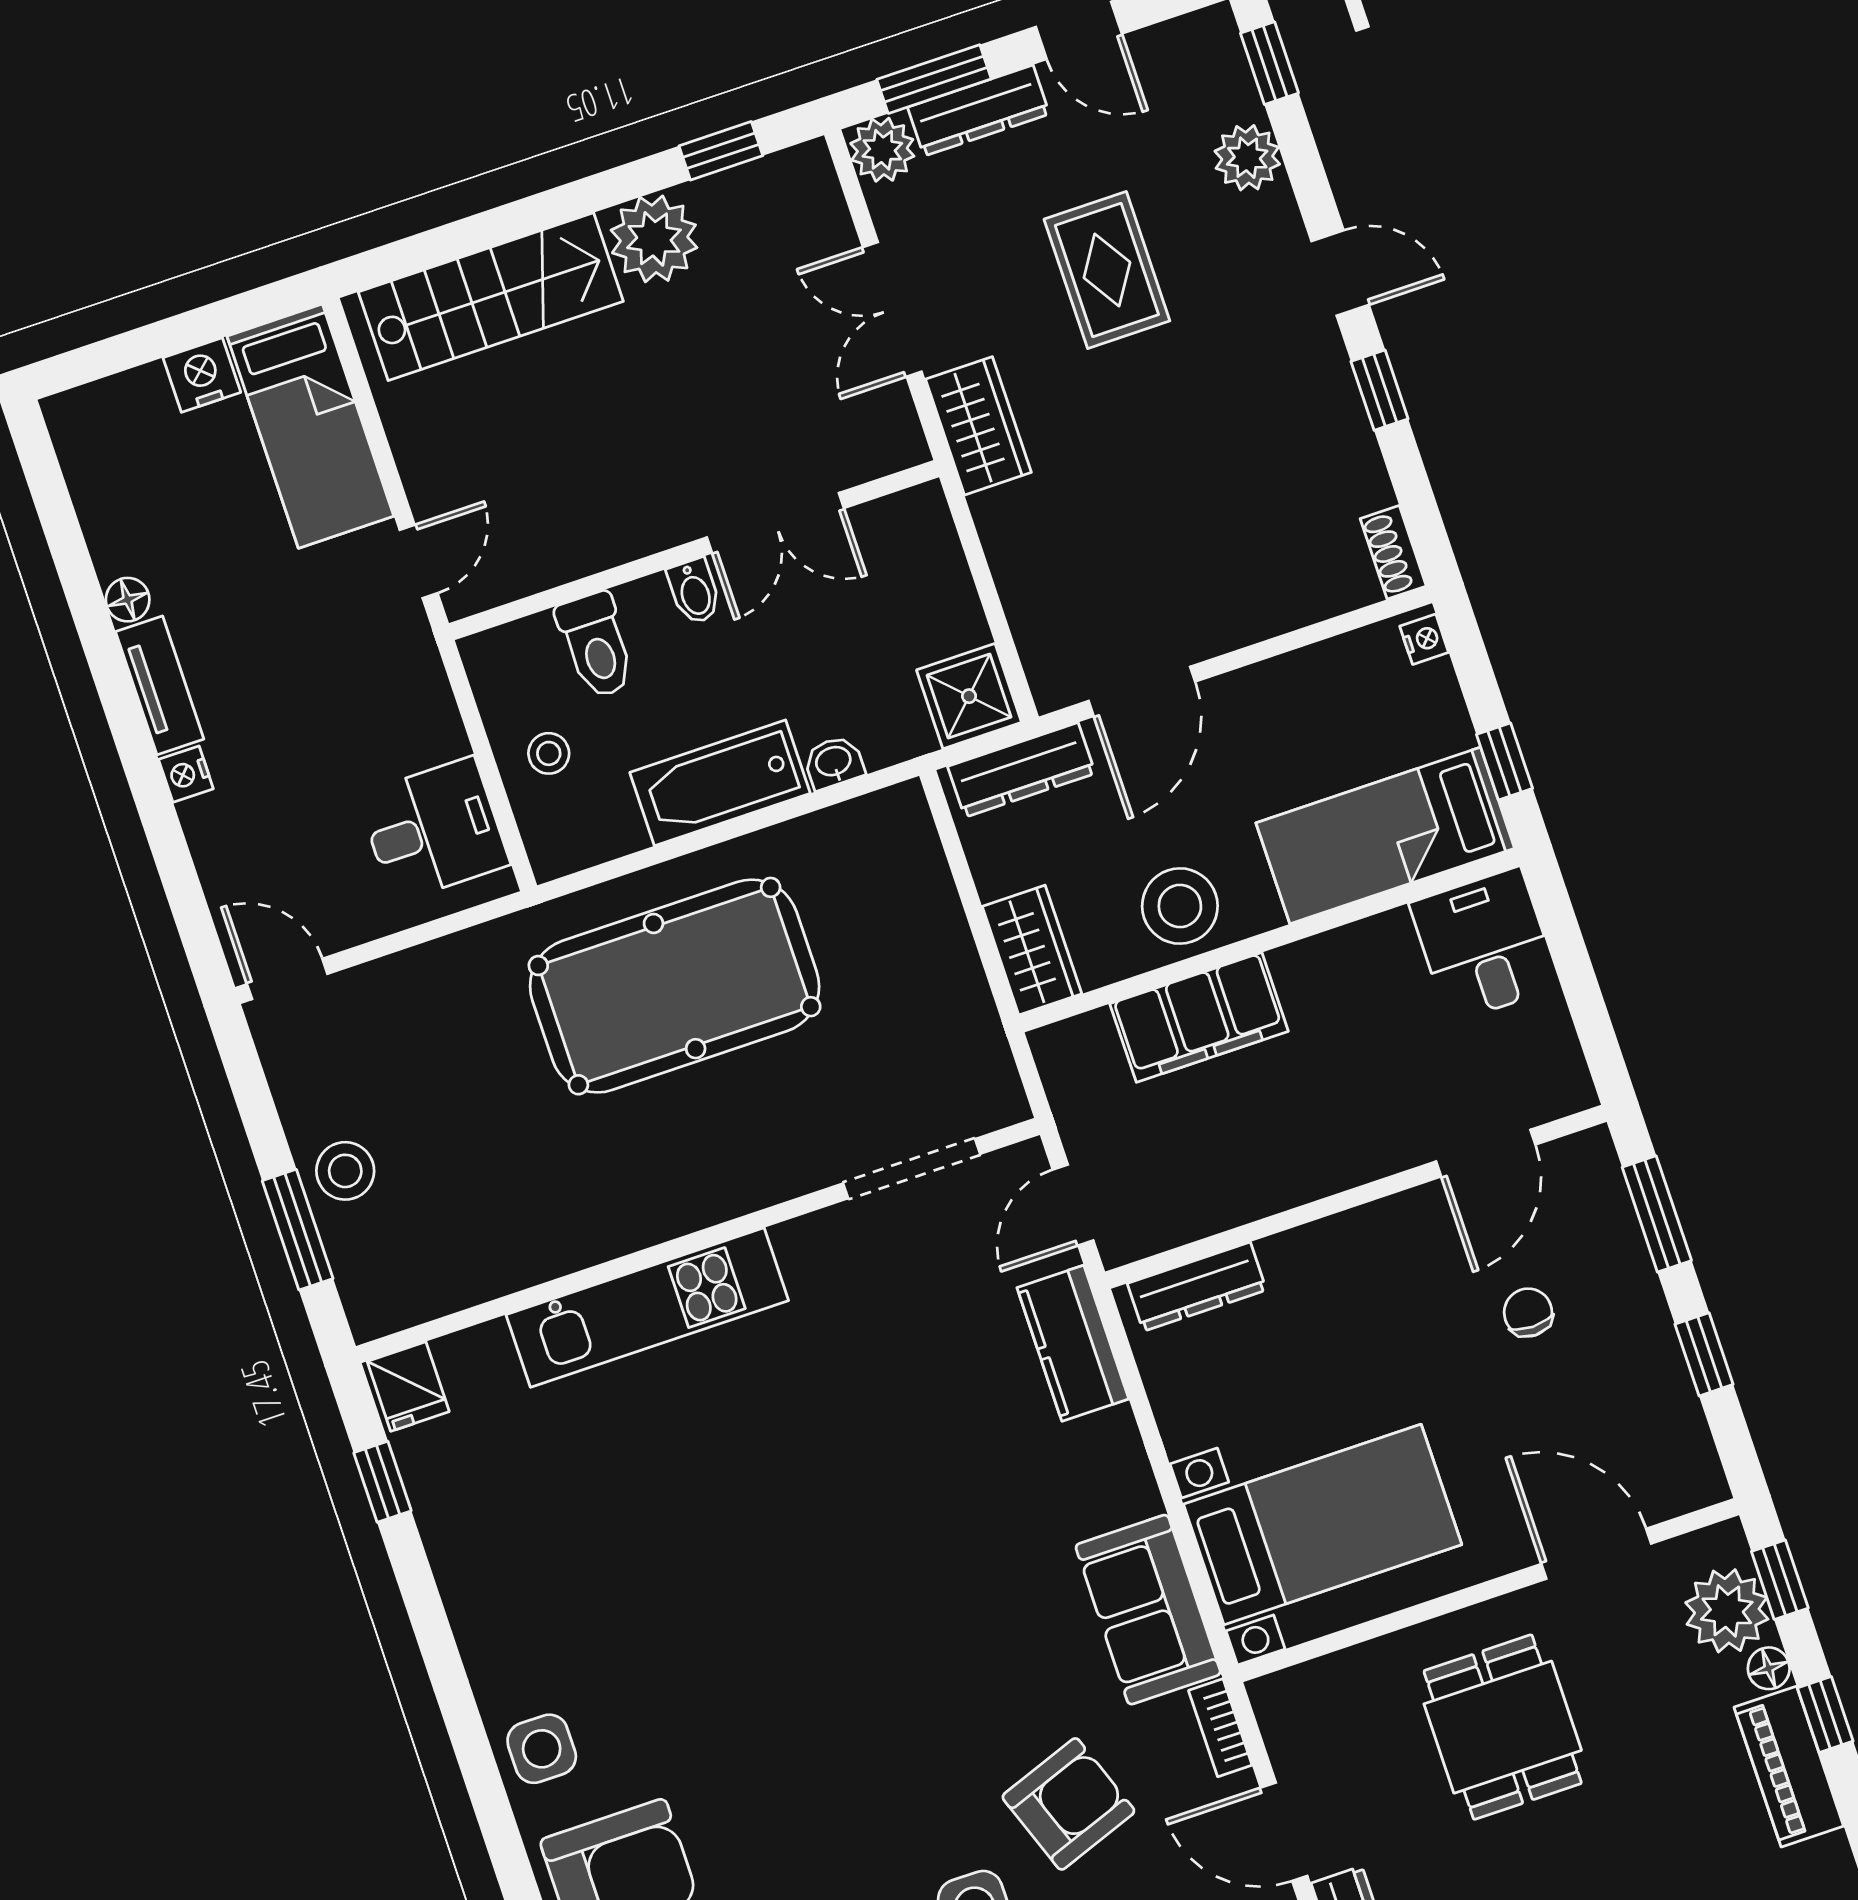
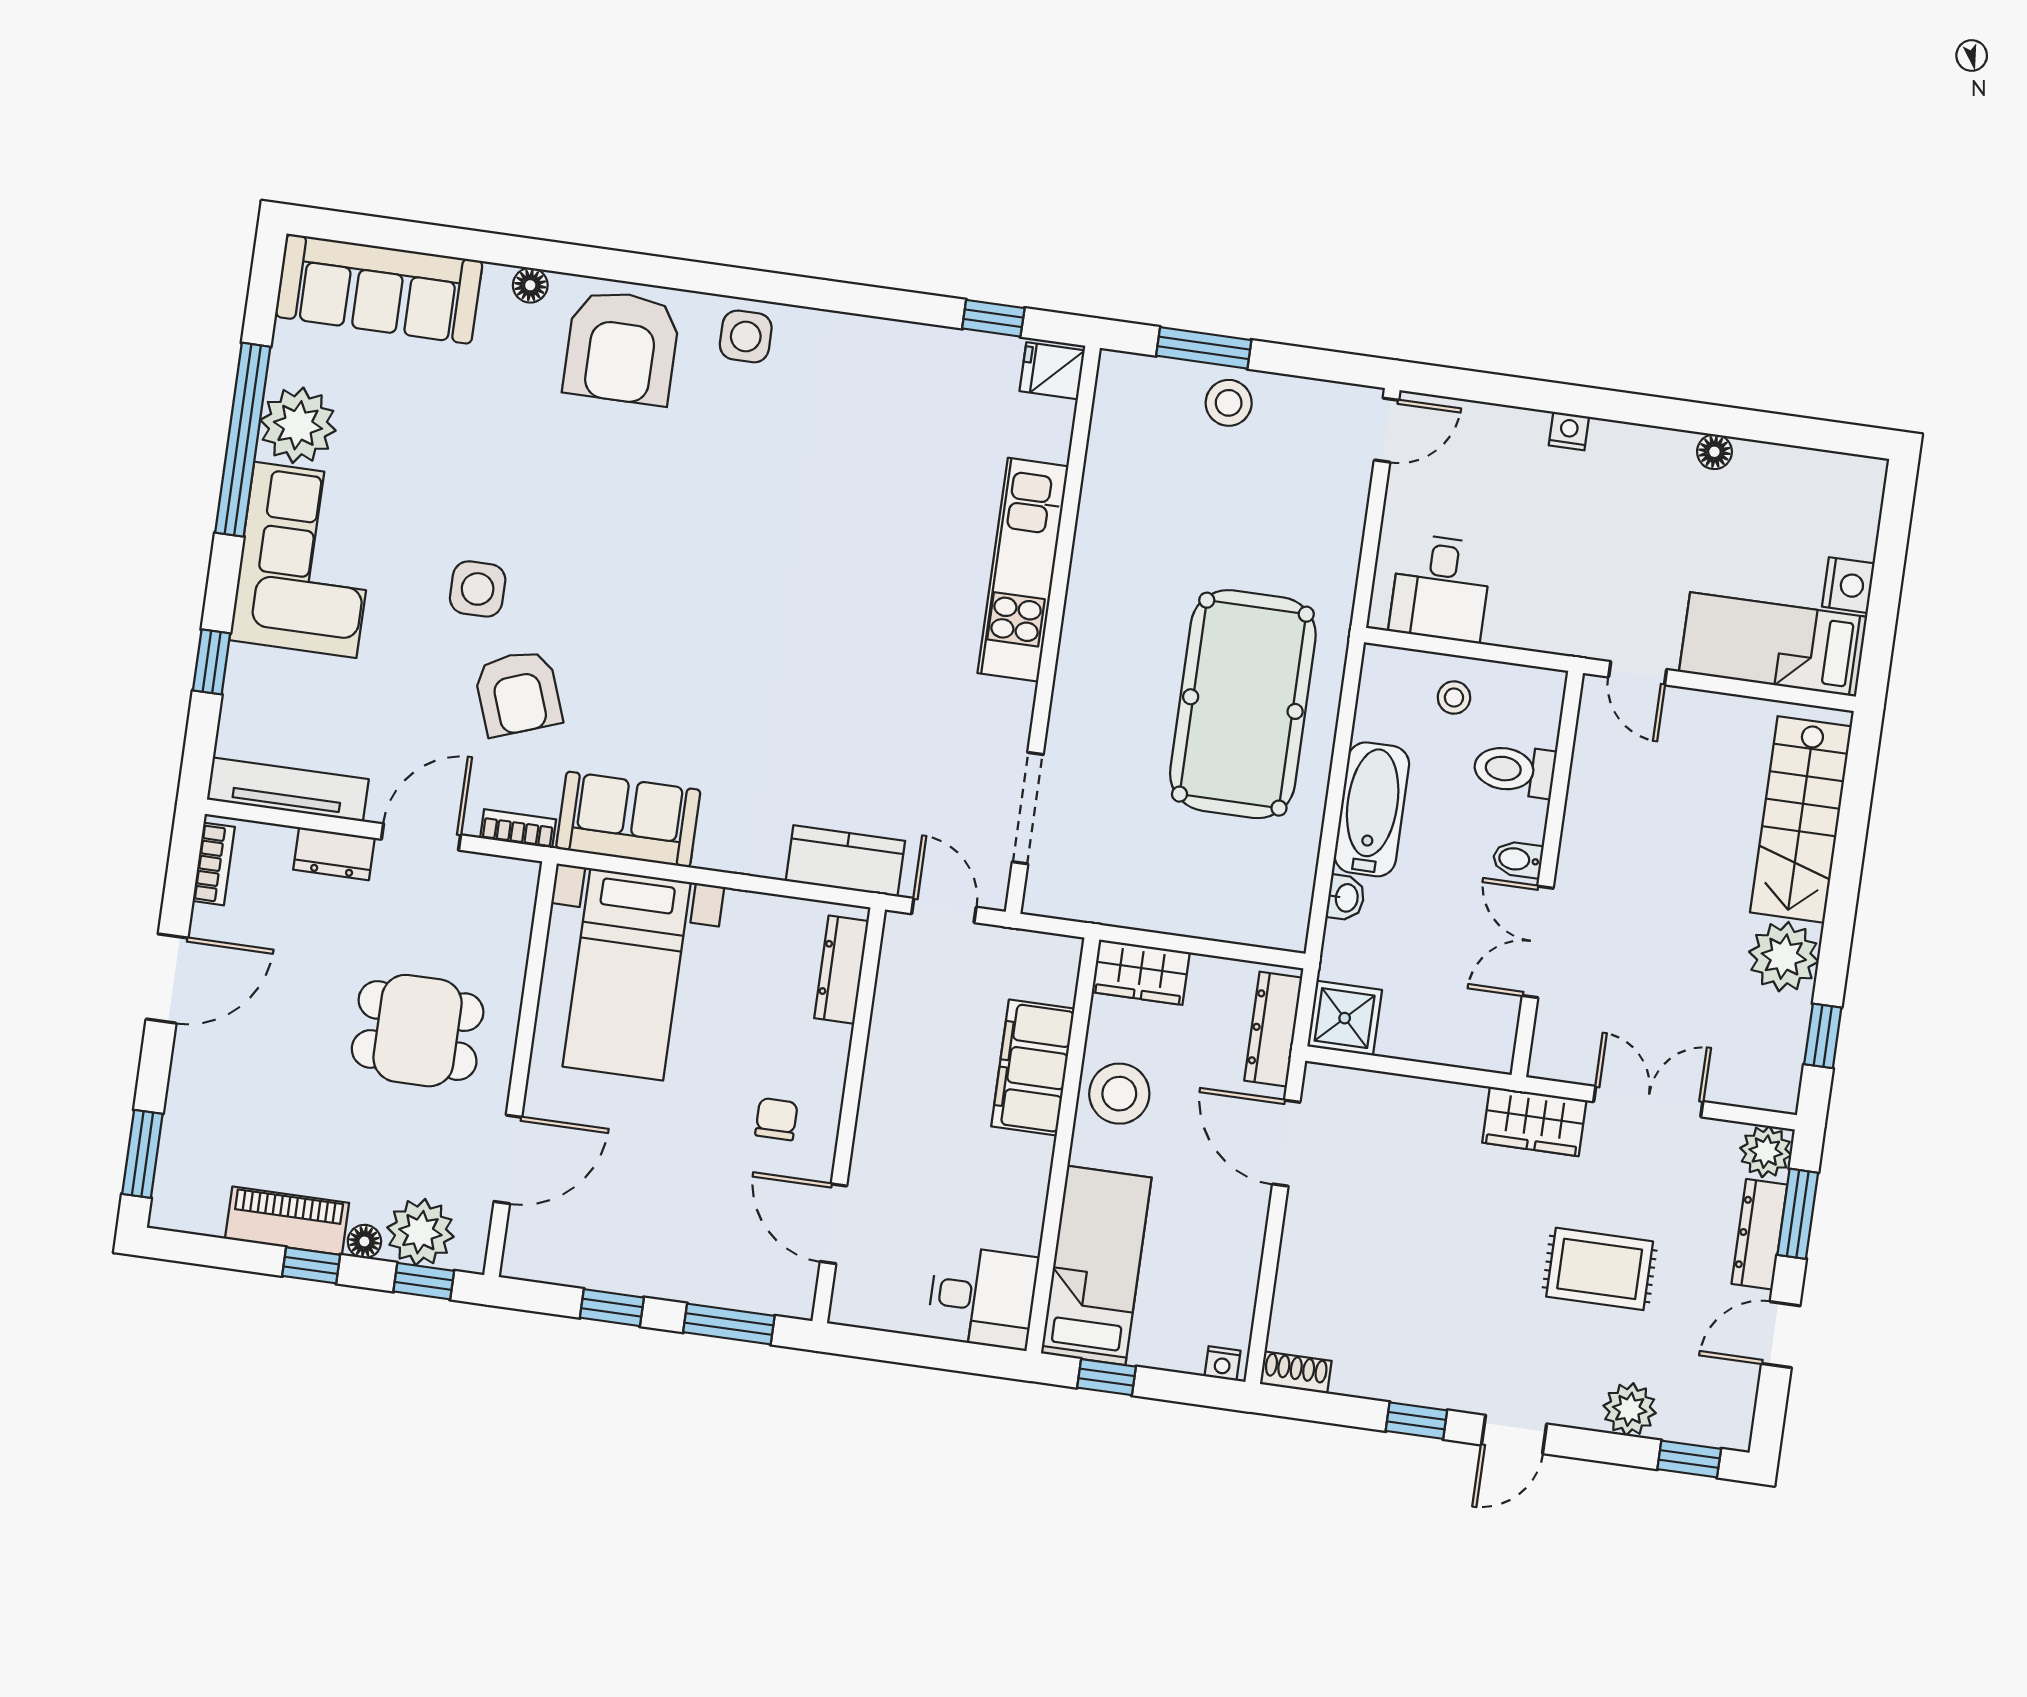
tv unit: (160, 685) -> (1642, 444), removed
chair: (1528, 1312) -> (776, 1119), moved, turned -90

